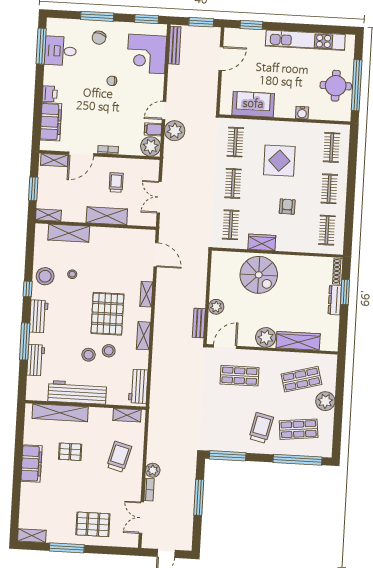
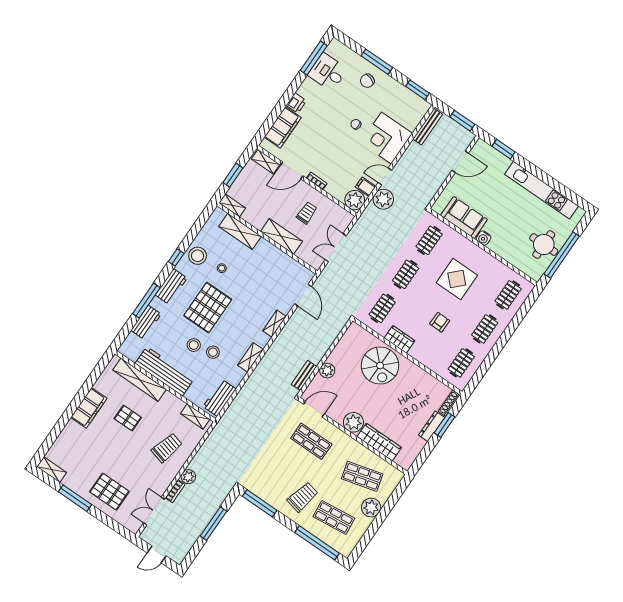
corner desk: (147, 54) -> (387, 138), moved
water cooler: (302, 113) -> (484, 238), moved
pallet: (107, 314) -> (208, 308), moved

